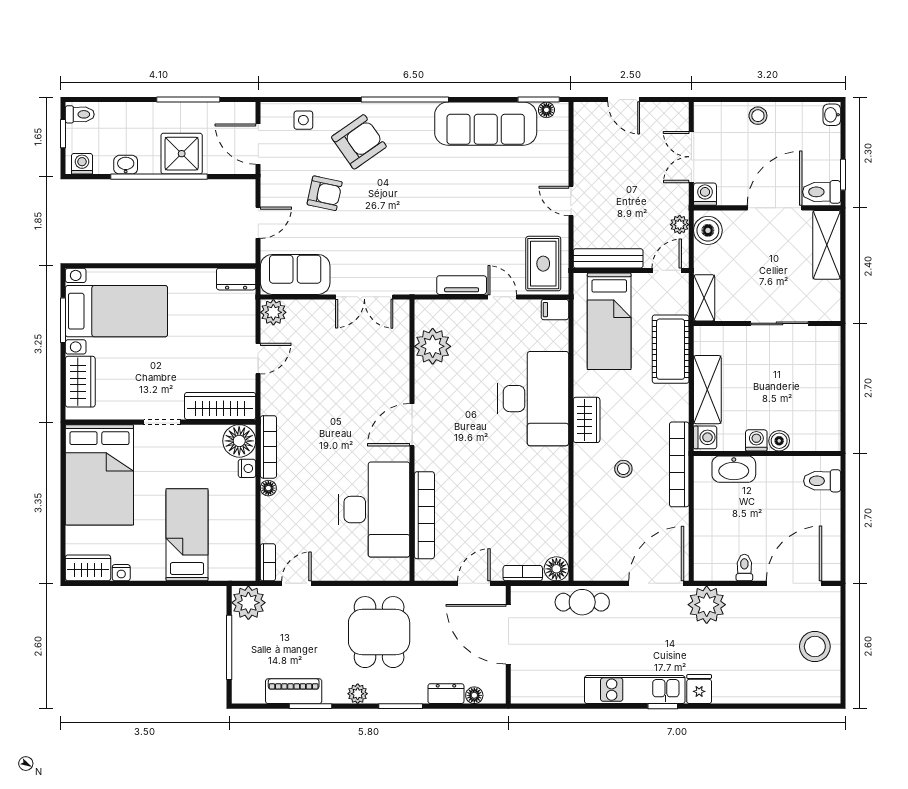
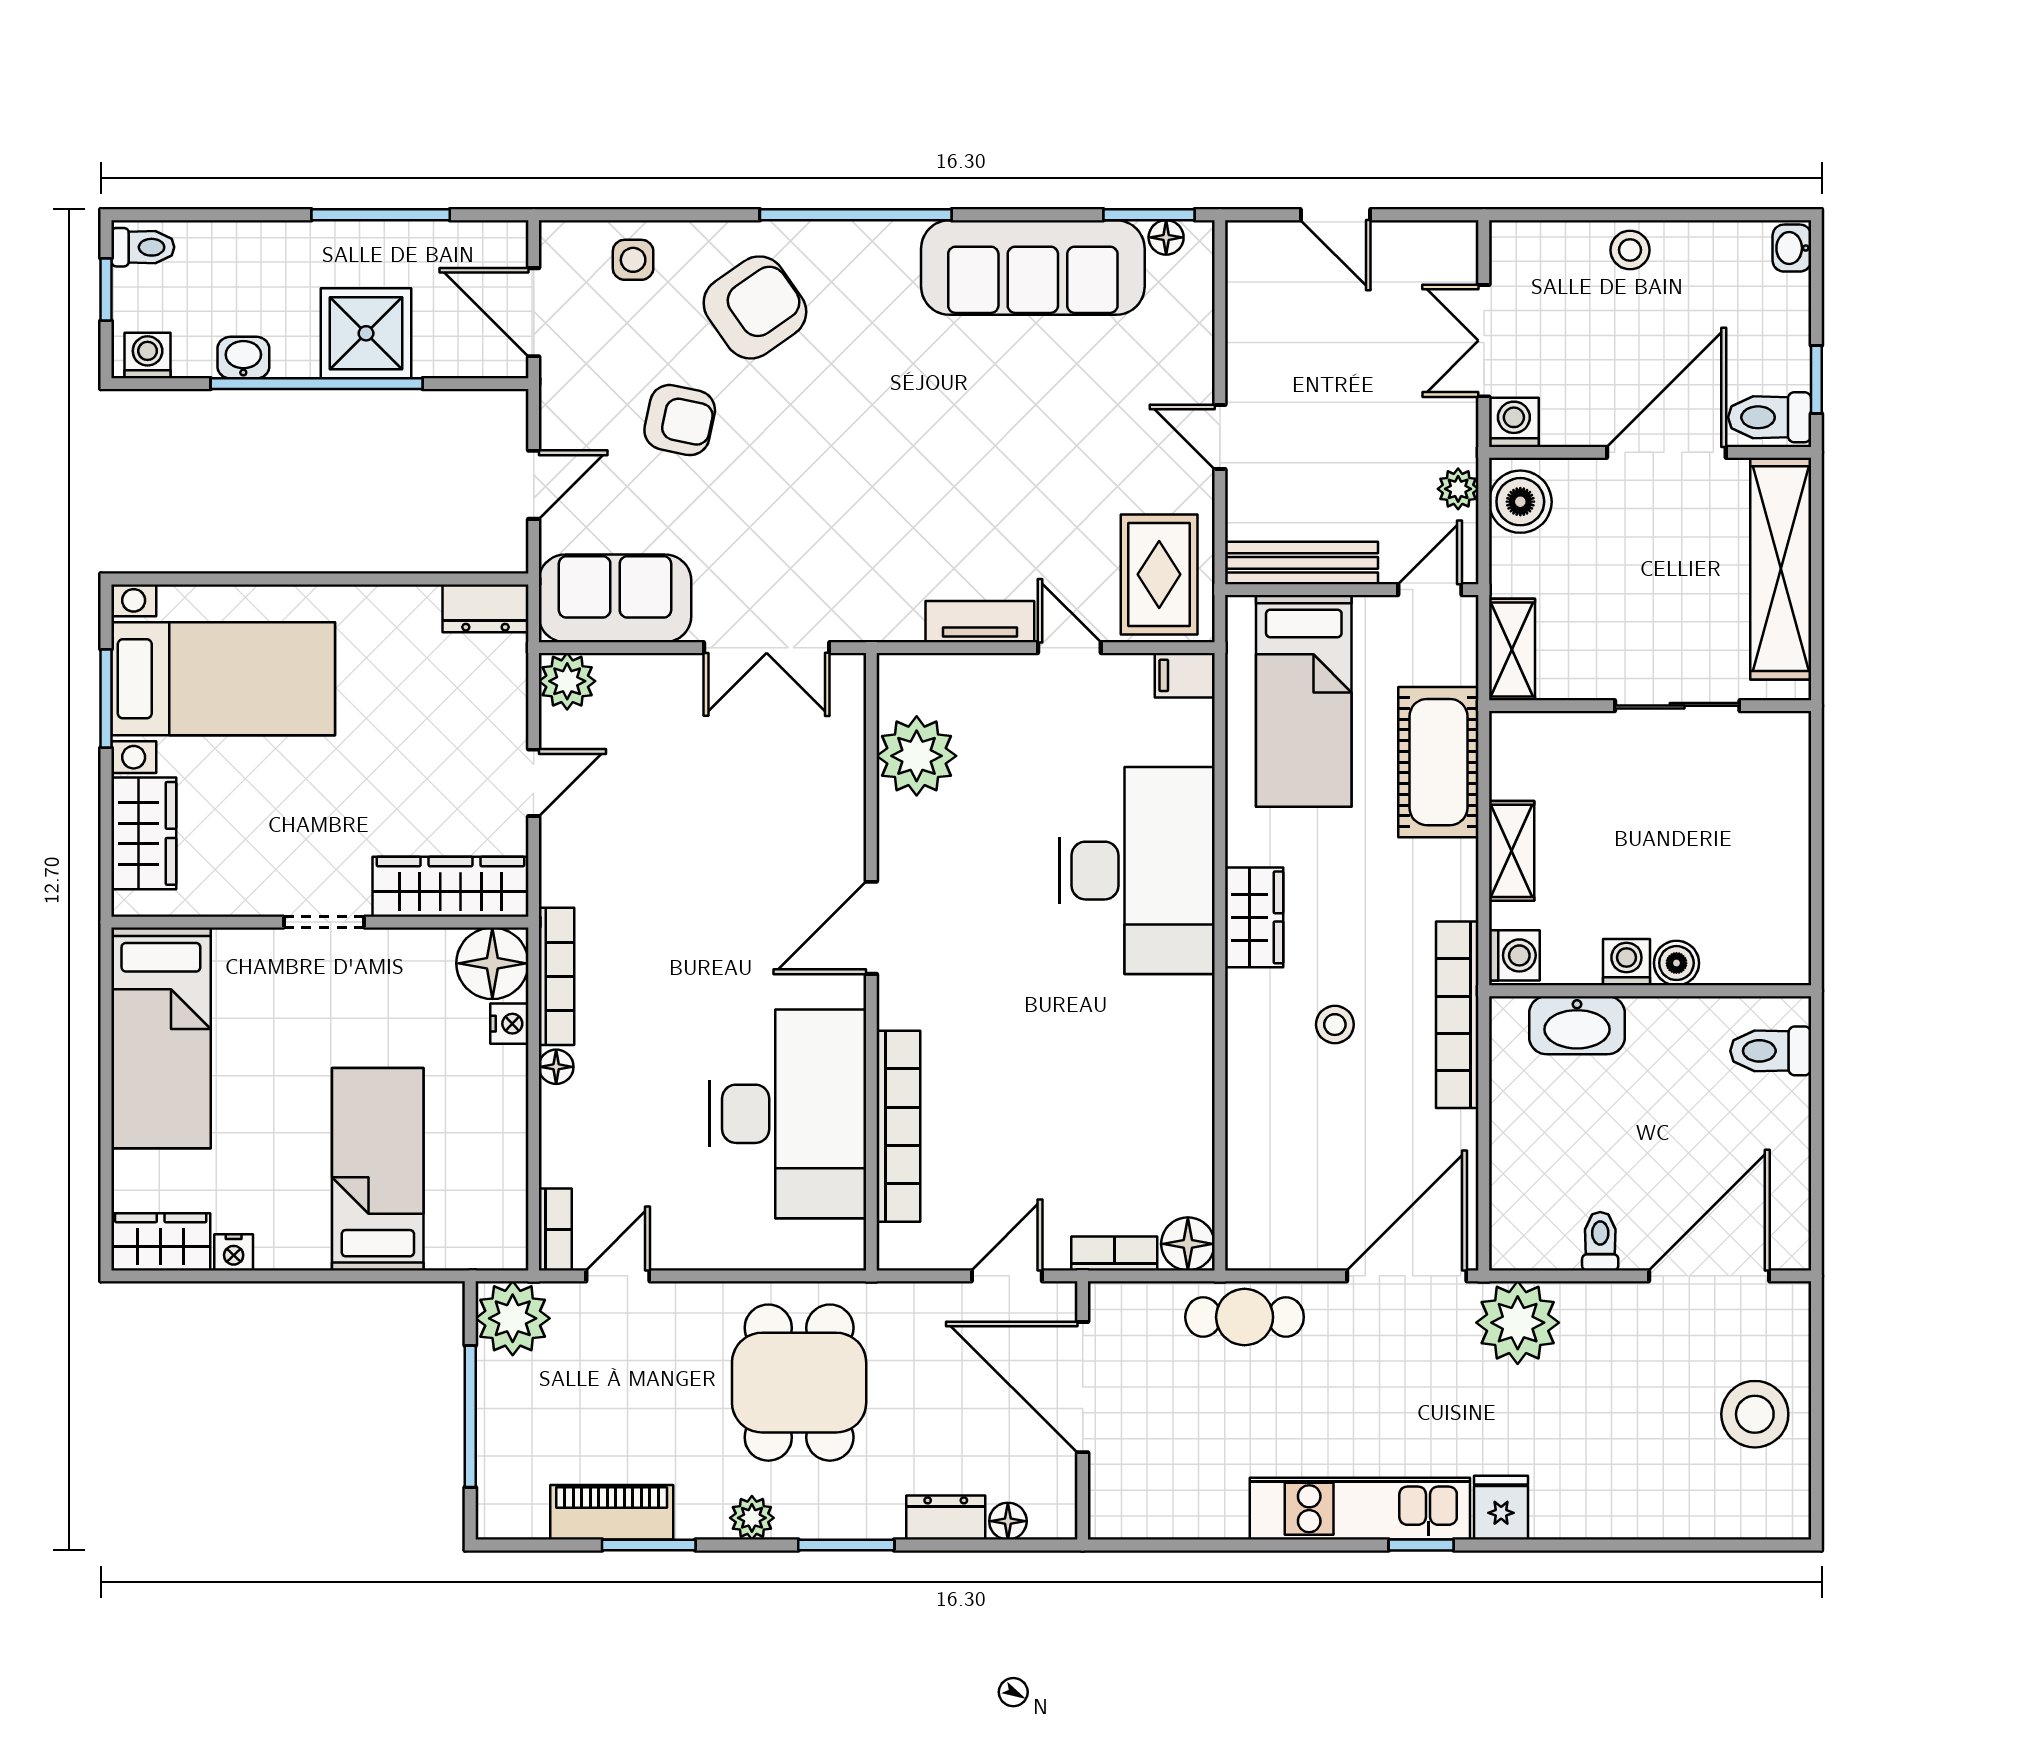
shelving: (827, 245) -> (1781, 569), width x1.47
shelving: (707, 390) -> (1512, 851), width x0.67, depth x0.75
bed: (99, 475) -> (161, 1038), width x0.67

